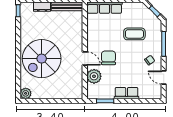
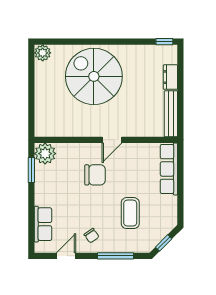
door: (85, 59) -> (112, 140), moved
plant: (94, 76) -> (45, 154), moved
row of seats: (127, 93) -> (43, 224), moved

